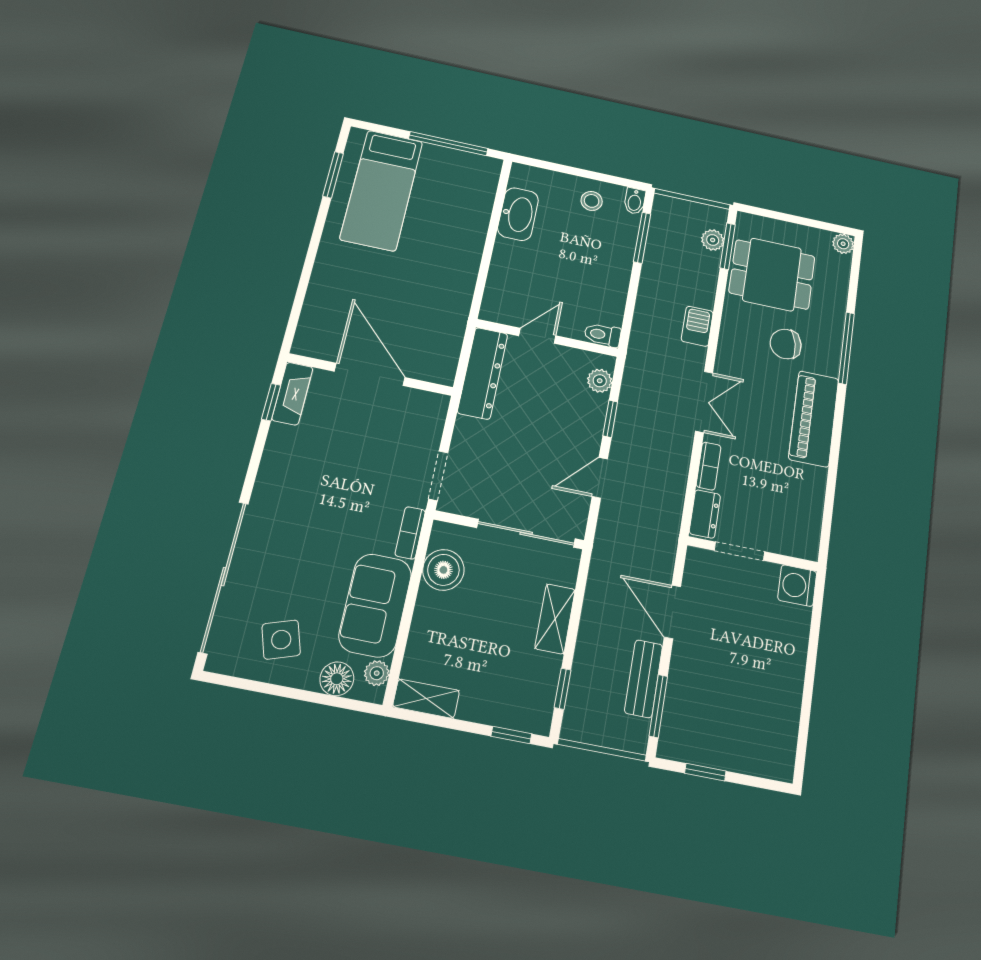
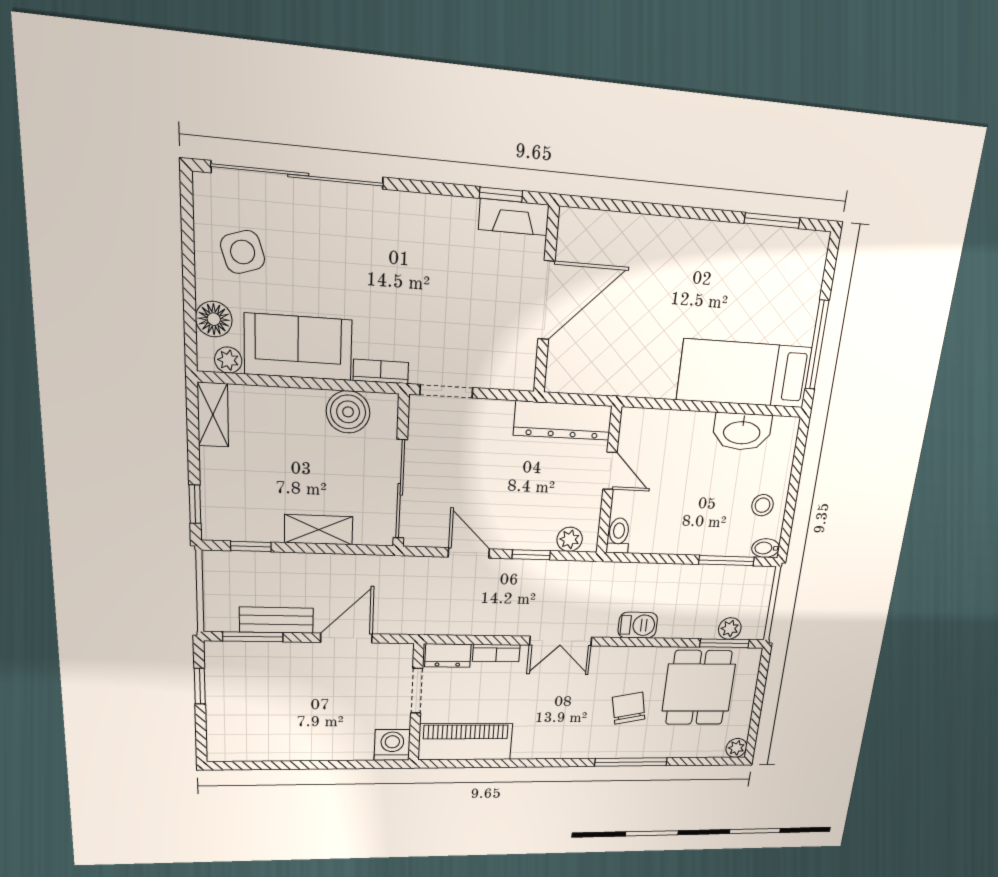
bed: (382, 190) -> (744, 374), moved
piano: (814, 419) -> (465, 742), moved

